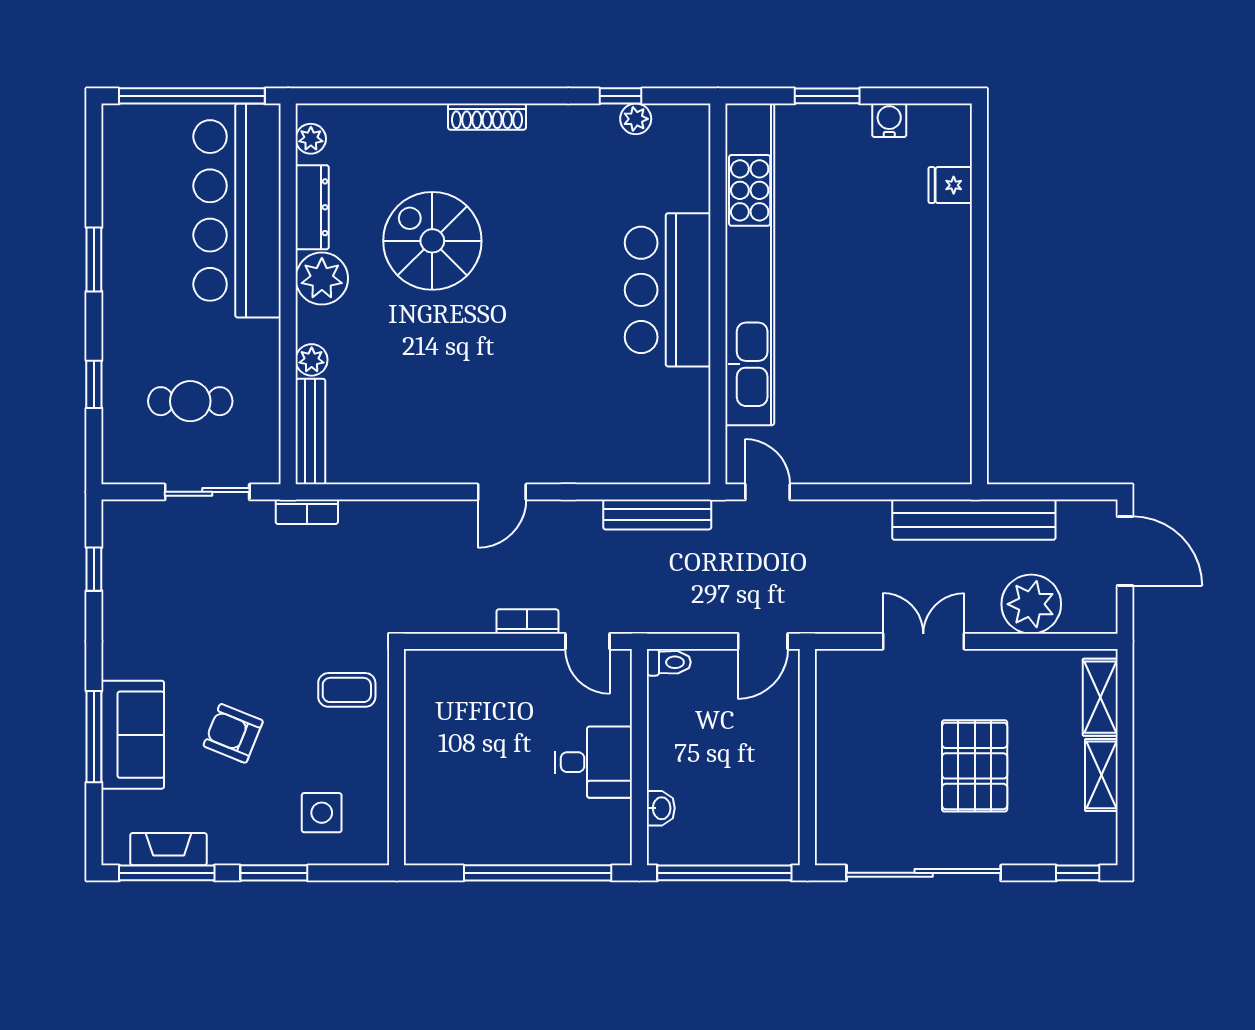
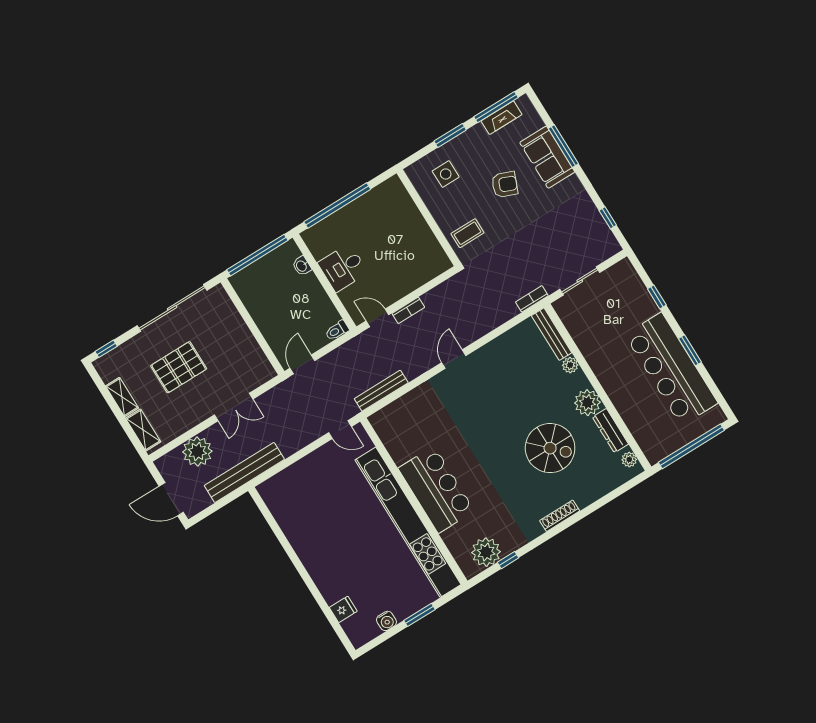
plant: (636, 119) -> (486, 552), width x1.87, depth x1.87
bar counter: (237, 210) -> (671, 369), moved, turned 180
cafe table: (190, 401) -> (611, 315), removed
pallet: (975, 766) -> (179, 367), turned 90

